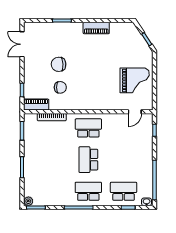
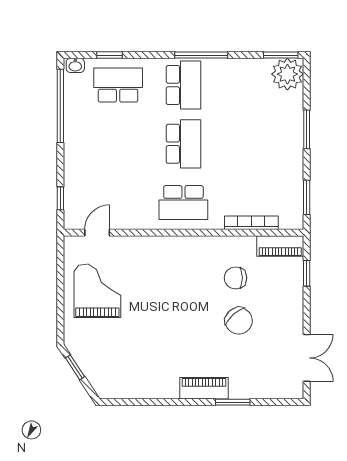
piano: (96, 28) -> (204, 388), moved
chair: (59, 64) -> (239, 321), turned 52
grand piano: (135, 80) -> (97, 291), turned 90
school desk: (88, 191) -> (183, 85), turned -90
school desk: (124, 191) -> (118, 85), turned 180
plant: (28, 201) -> (287, 74), width x1.88, depth x1.88

